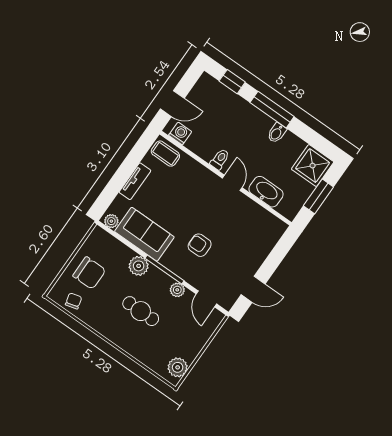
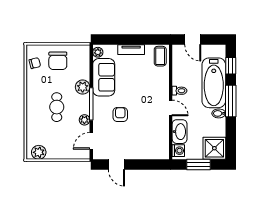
bathtub: (238, 114) -> (214, 83), added
washing machine: (180, 133) -> (178, 151), moved
door: (232, 183) -> (171, 108), hinge flipped

